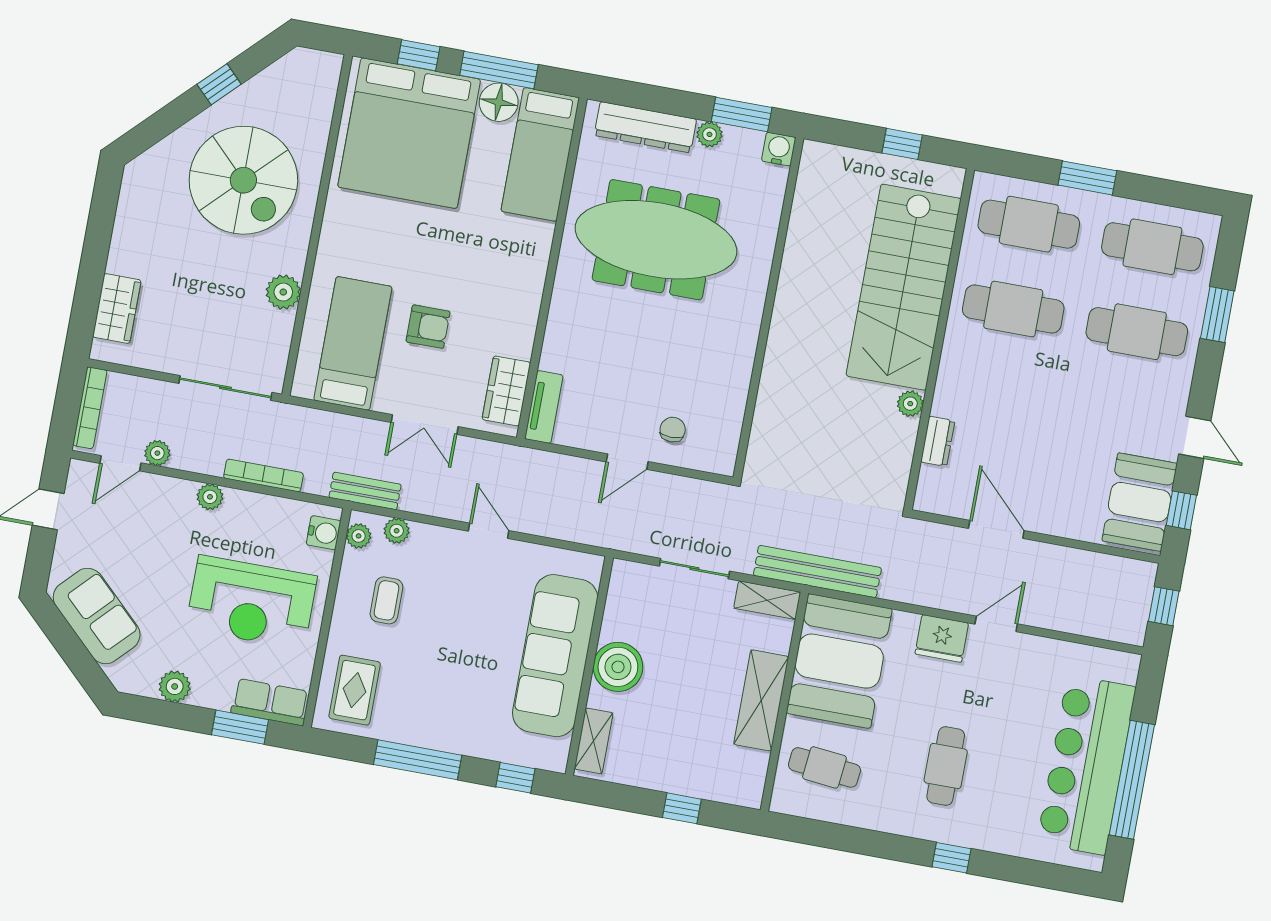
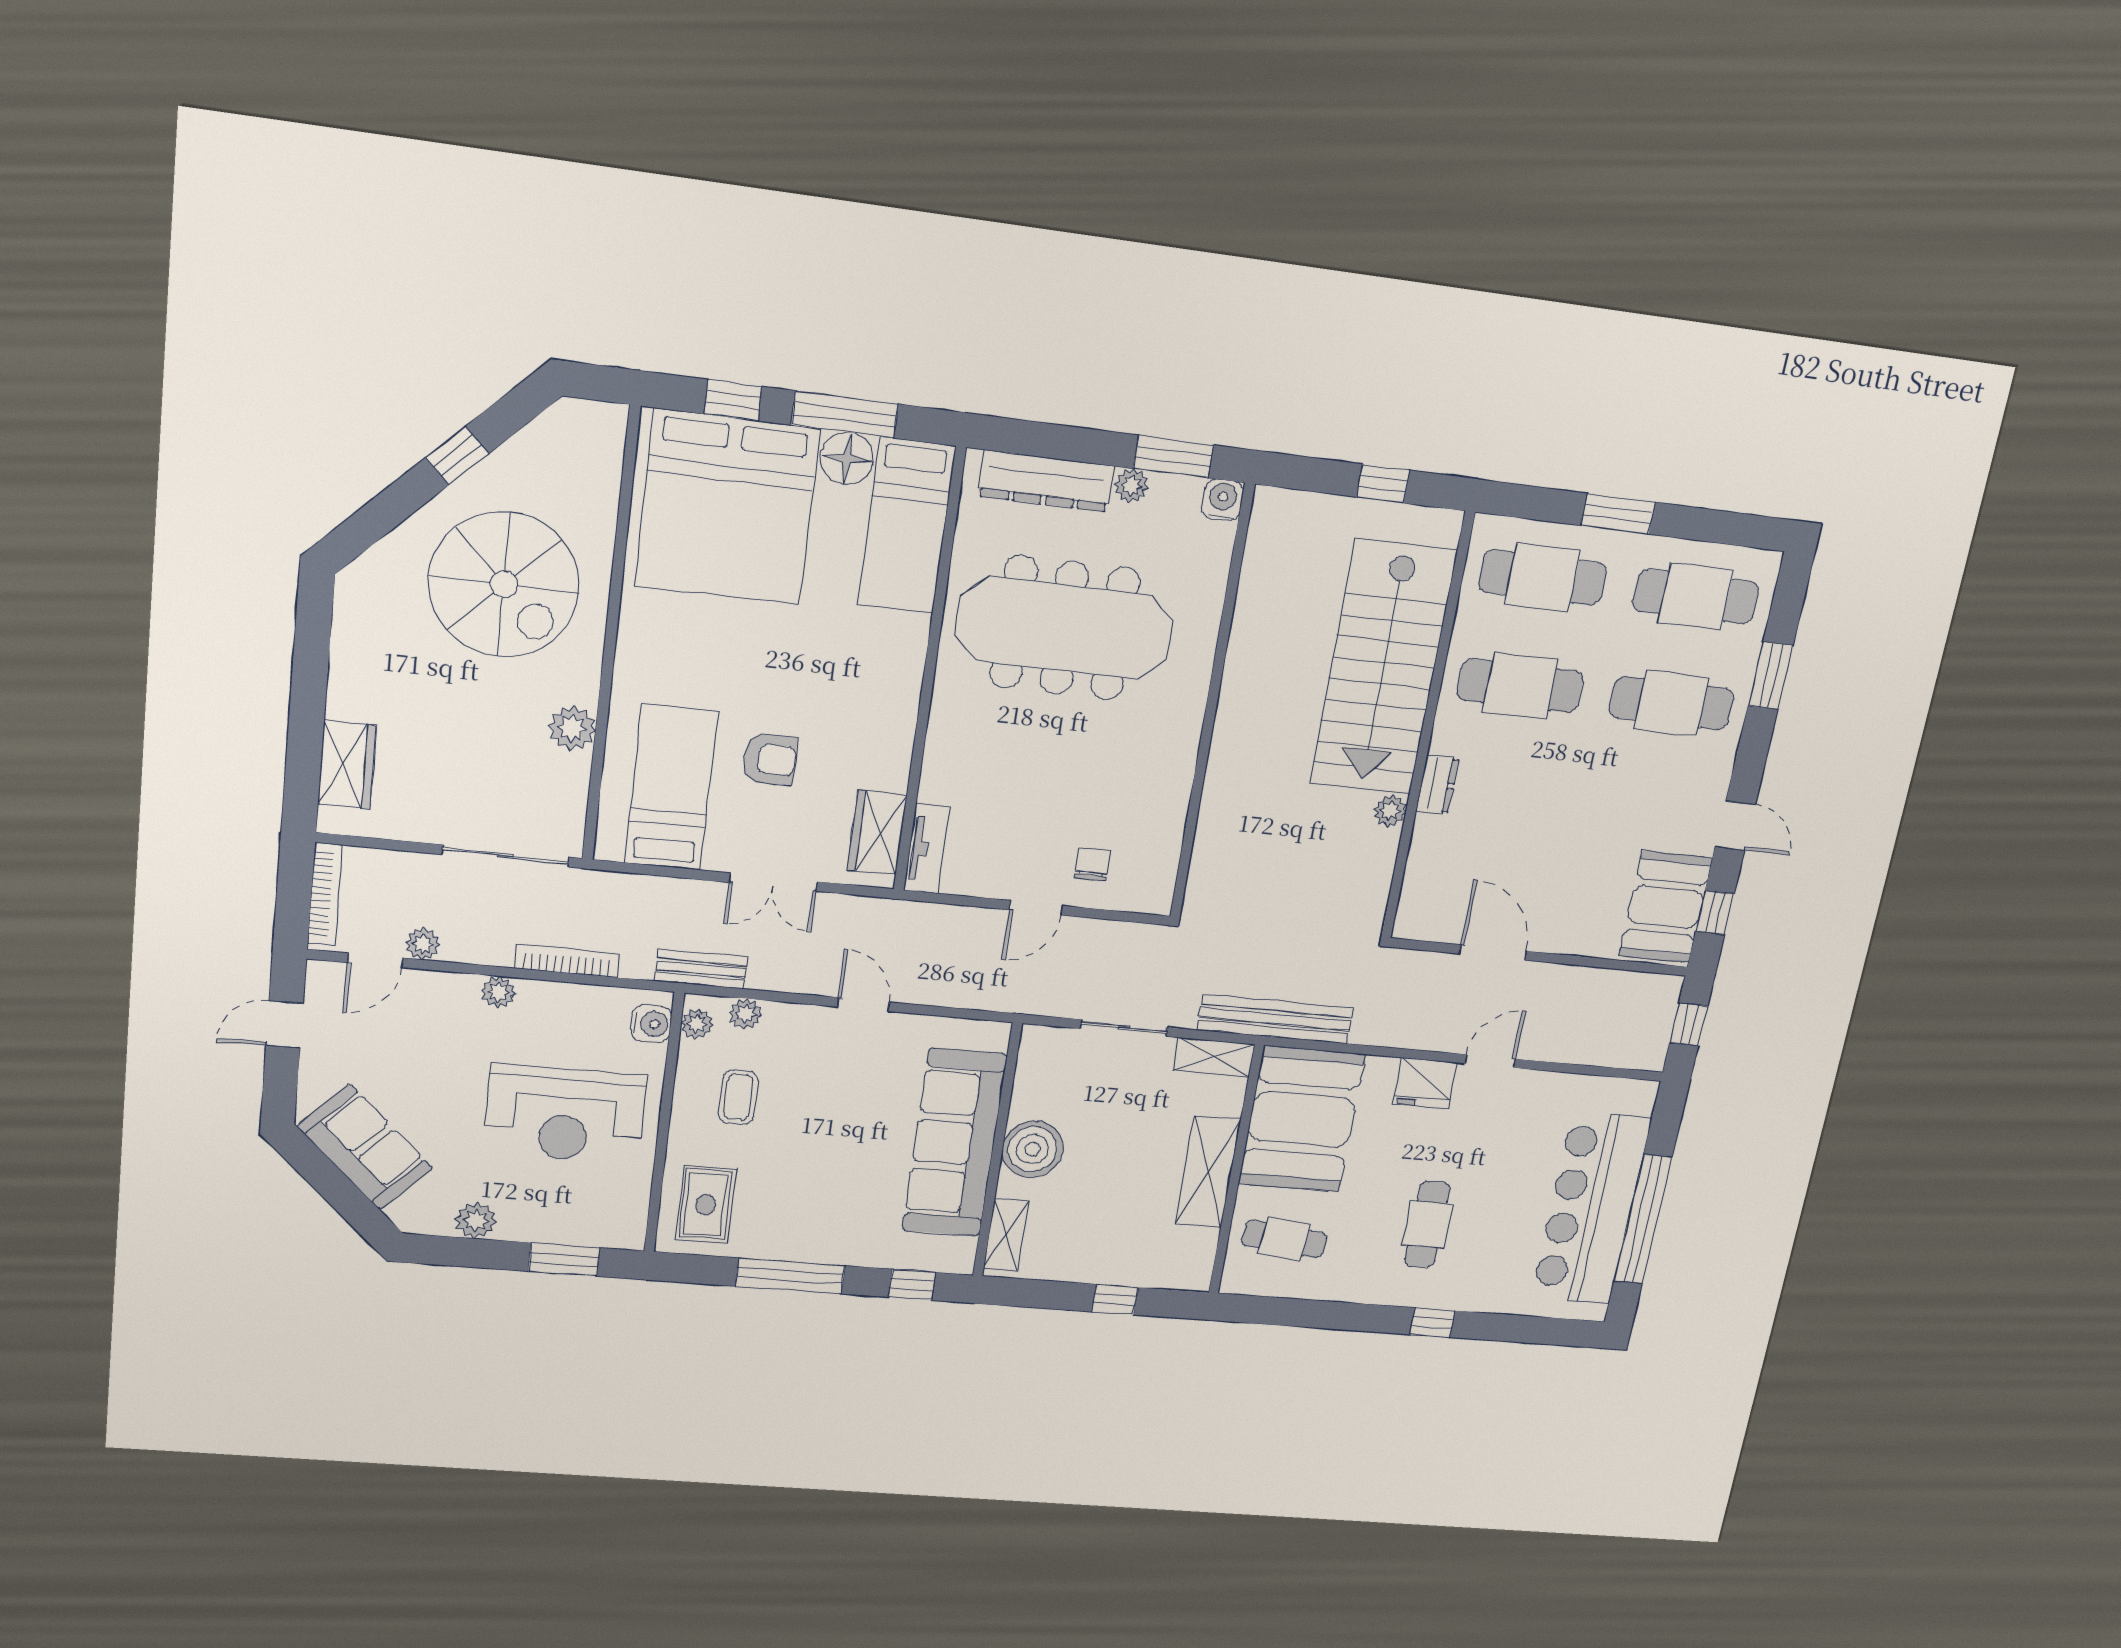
dresser: (938, 441) -> (1437, 785), moved
row of seats: (270, 702) -> (600, 1228), removed

